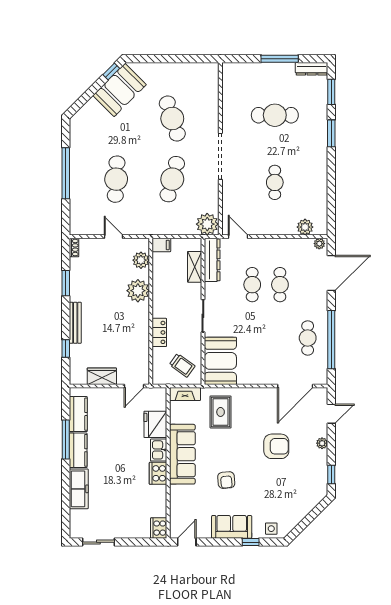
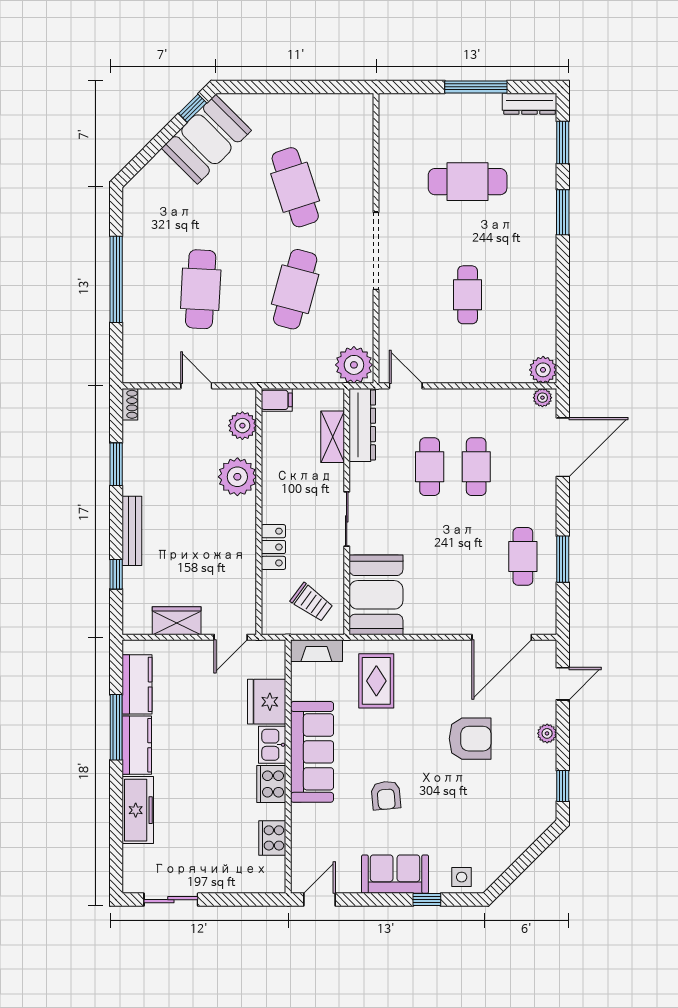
plant: (305, 227) -> (543, 370), moved
window: (331, 340) -> (563, 559), width x0.47
cooker: (159, 528) -> (272, 838), moved

